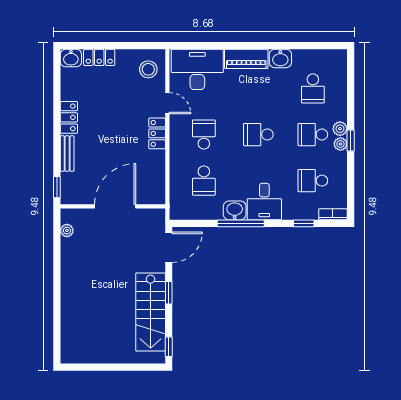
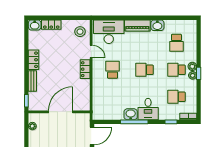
school desk: (204, 181) -> (113, 97), removed

